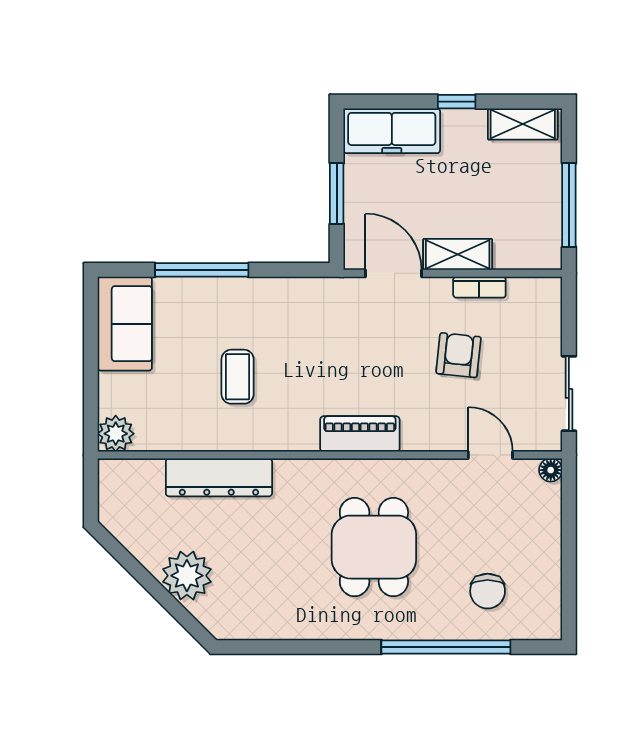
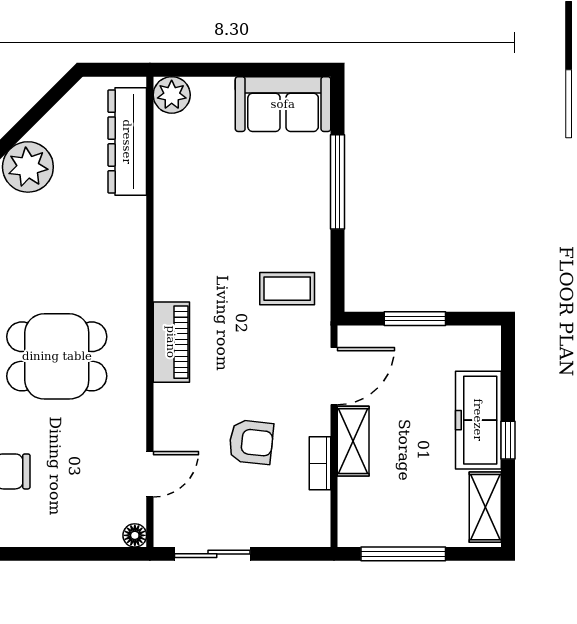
freezer: (392, 131) -> (478, 420), moved
coffee table: (238, 377) -> (287, 289), moved
dresser: (219, 477) -> (127, 142), moved

